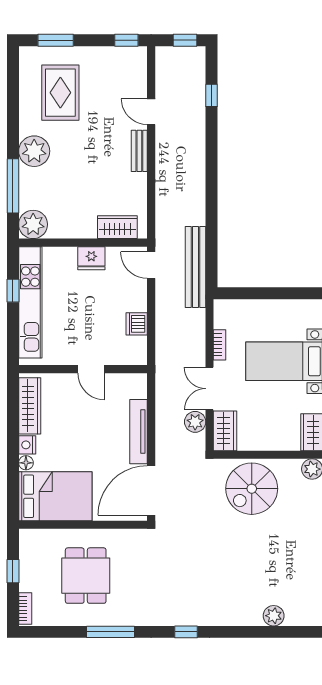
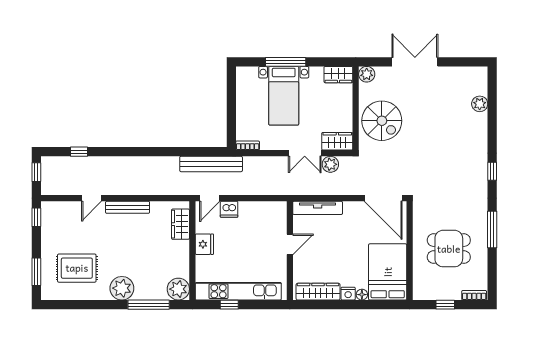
bench: (139, 151) -> (128, 207), width x1.36
dishwasher: (137, 324) -> (229, 209), moved
bookcase: (220, 345) -> (248, 145), moved
tv unit: (139, 432) -> (318, 208), moved

